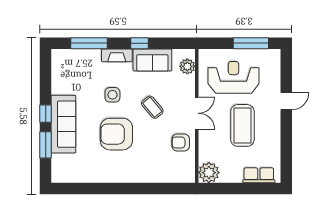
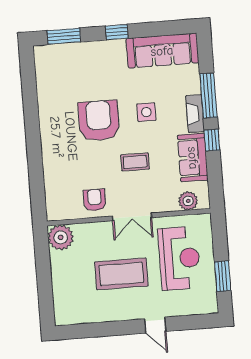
window: (89, 43) -> (208, 95), moved
window: (251, 43) -> (223, 276), width x0.69
coffee table: (152, 107) -> (135, 162), turned 40
sofa: (63, 124) -> (162, 51), moved
window: (46, 145) -> (64, 36), moved
row of seats: (259, 175) -> (62, 299), removed

